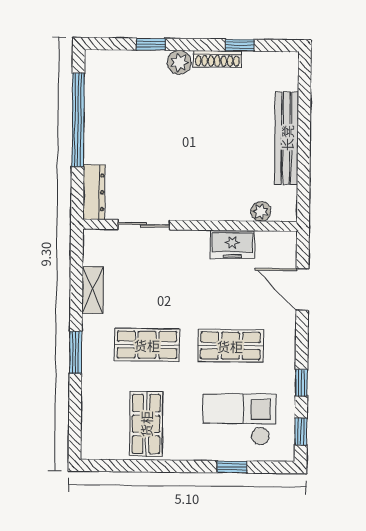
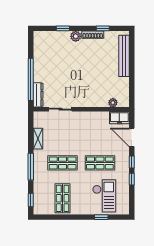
window: (78, 120) -> (31, 79), moved
bench: (287, 138) -> (124, 56), moved
freezer: (232, 245) -> (119, 118), moved
window: (76, 352) -> (31, 167), width x1.44
checkout: (239, 419) -> (104, 196), turned 90
window: (75, 427) -> (31, 200), added
window: (301, 432) -> (132, 162), moved

